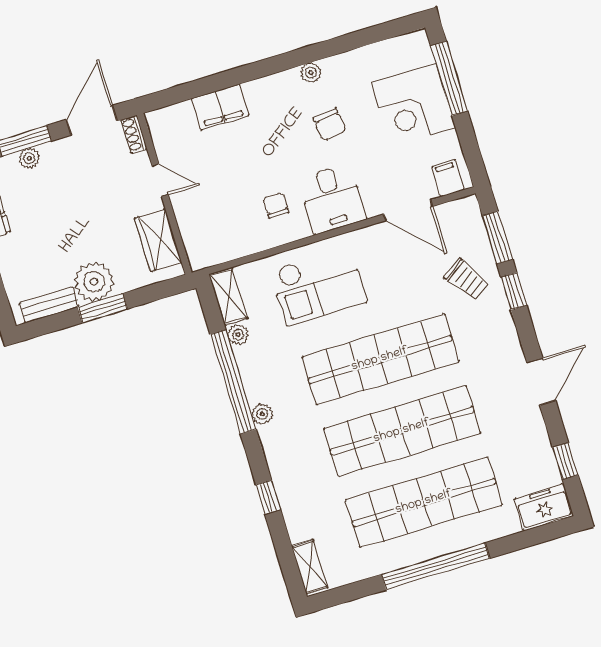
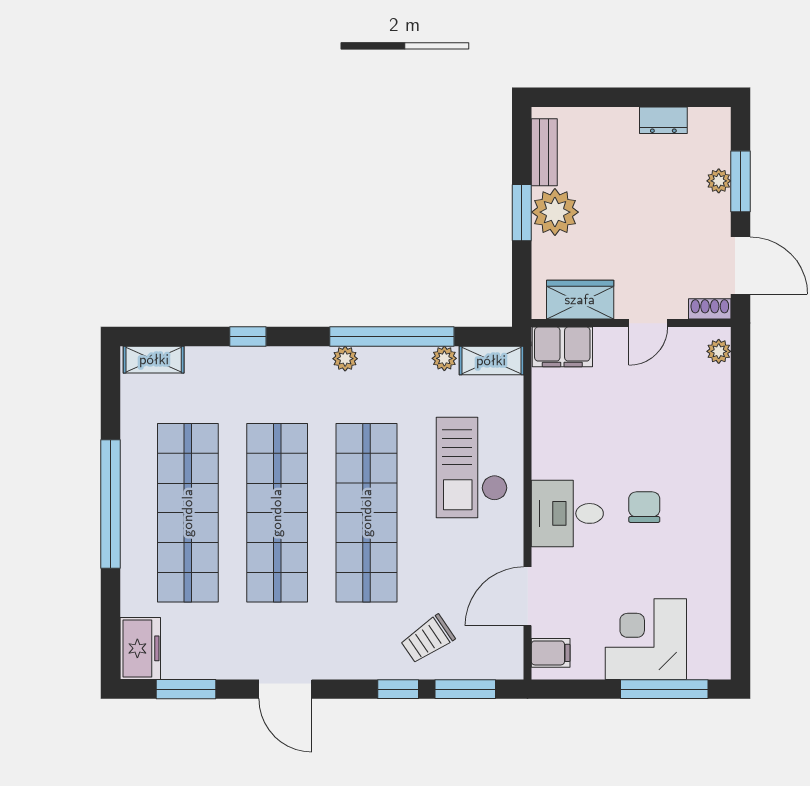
plant: (311, 73) -> (719, 351), moved
filing cabinet: (220, 107) -> (562, 347), moved, turned -90
chair: (329, 124) -> (644, 507), moved, turned 97
chair: (276, 205) -> (579, 447), removed
window: (565, 461) -> (186, 689), width x1.50

